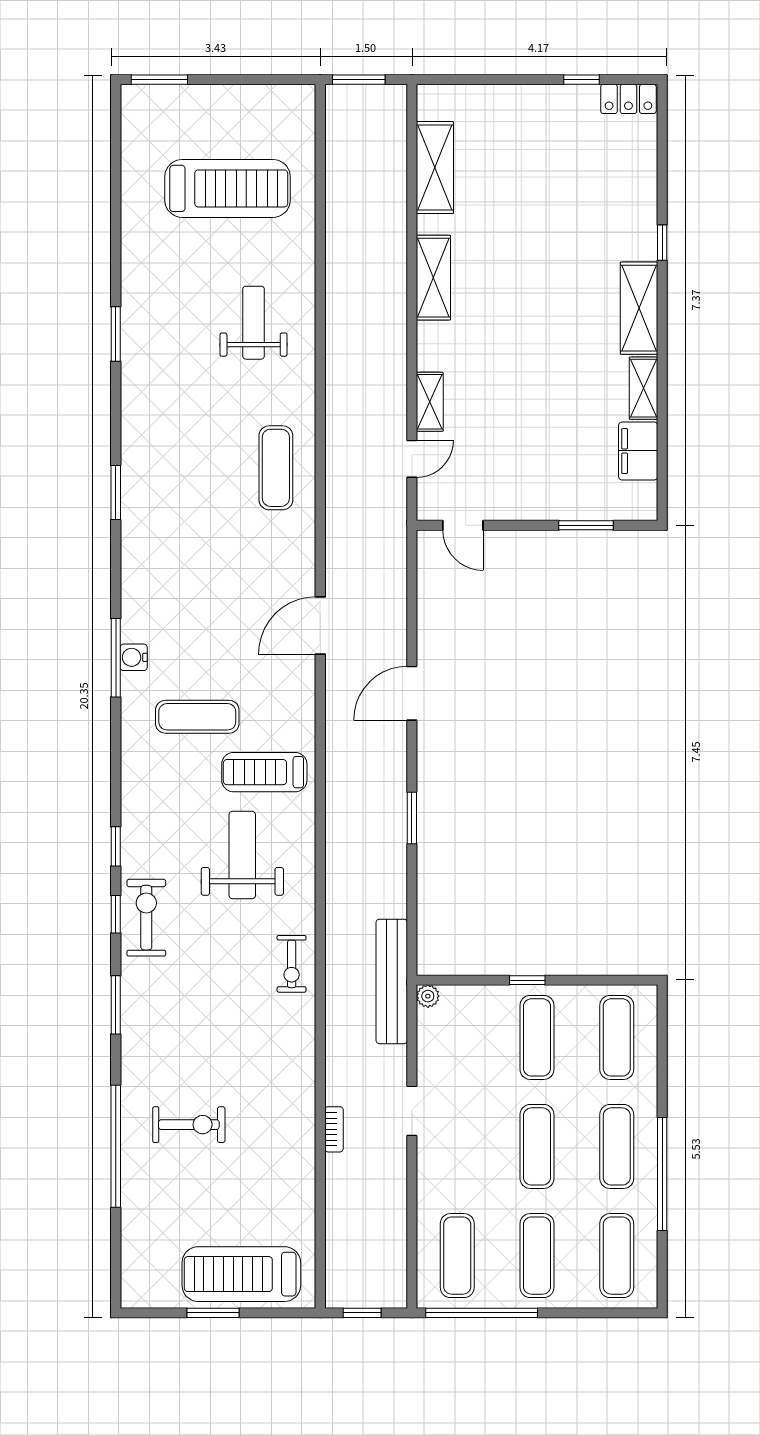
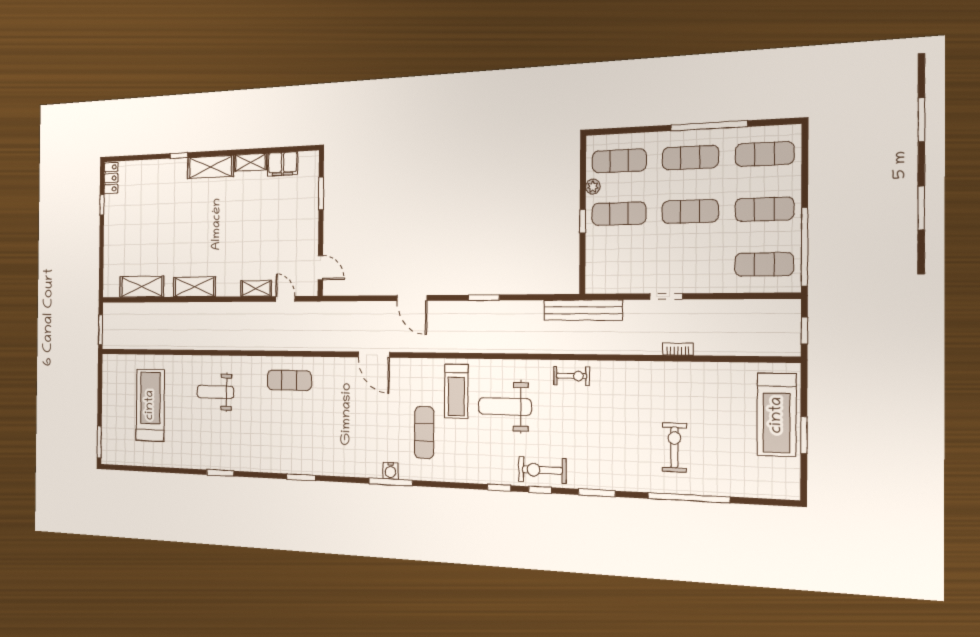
door: (463, 525) -> (320, 268), hinge flipped
plant: (428, 996) -> (593, 187), moved

